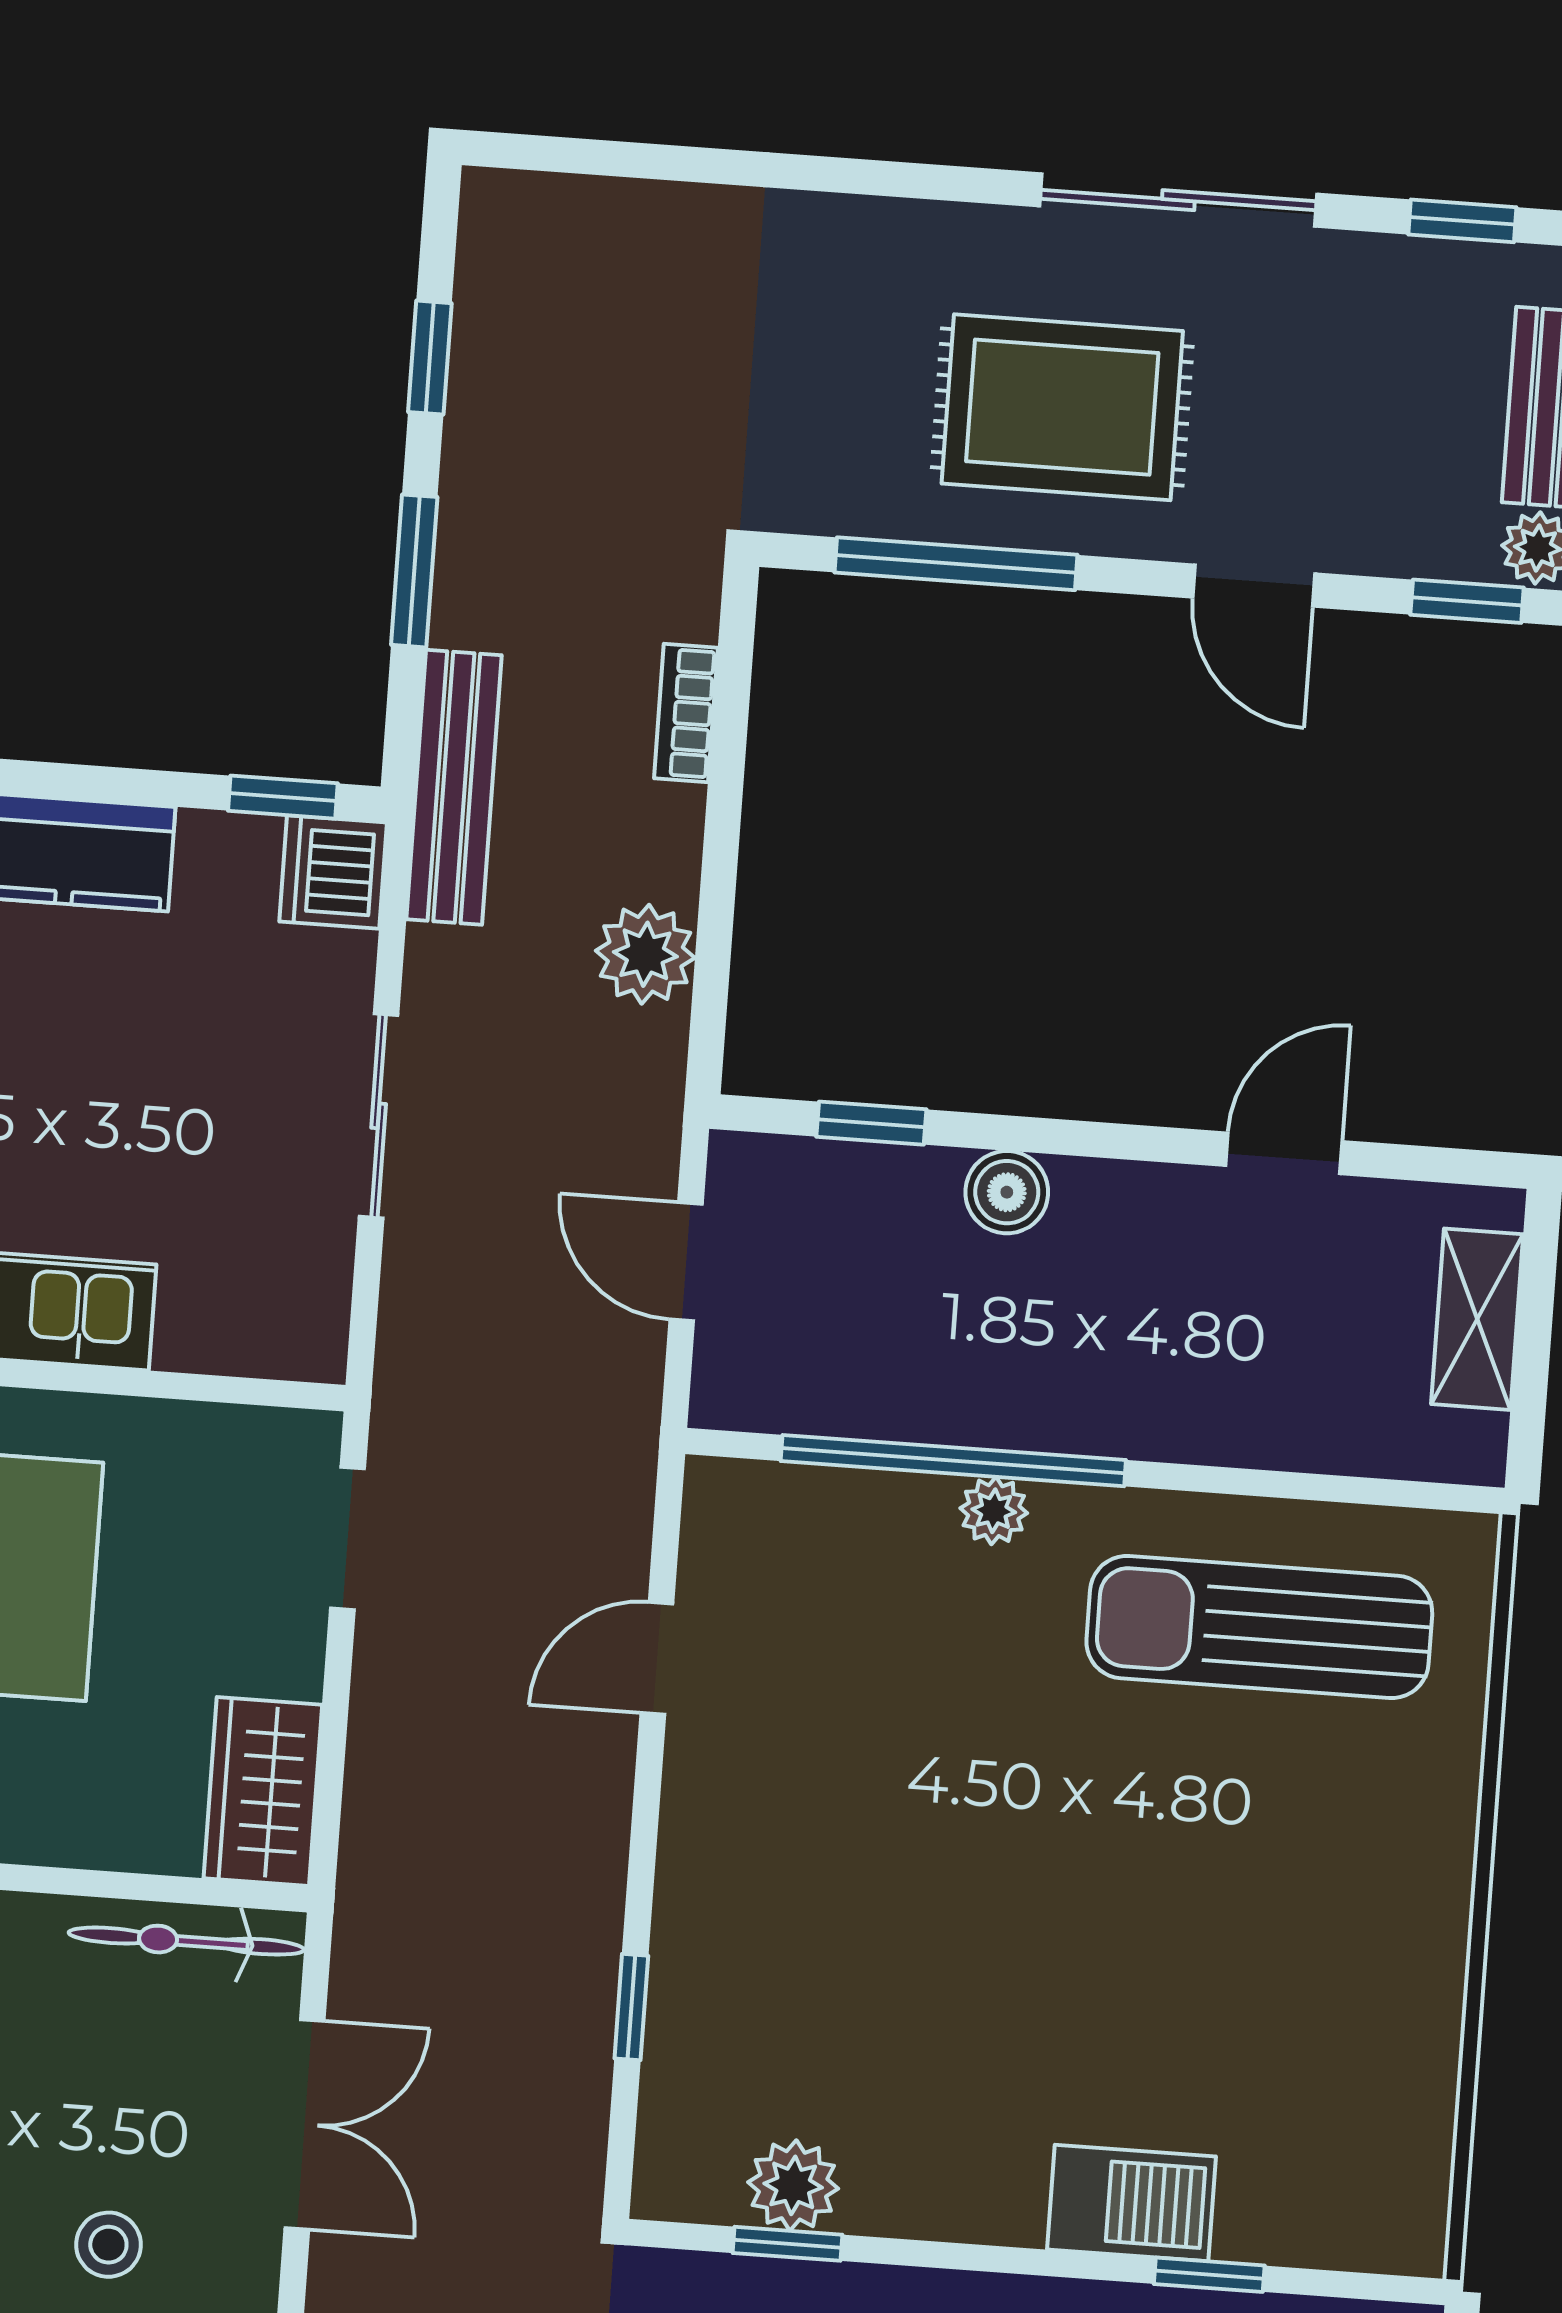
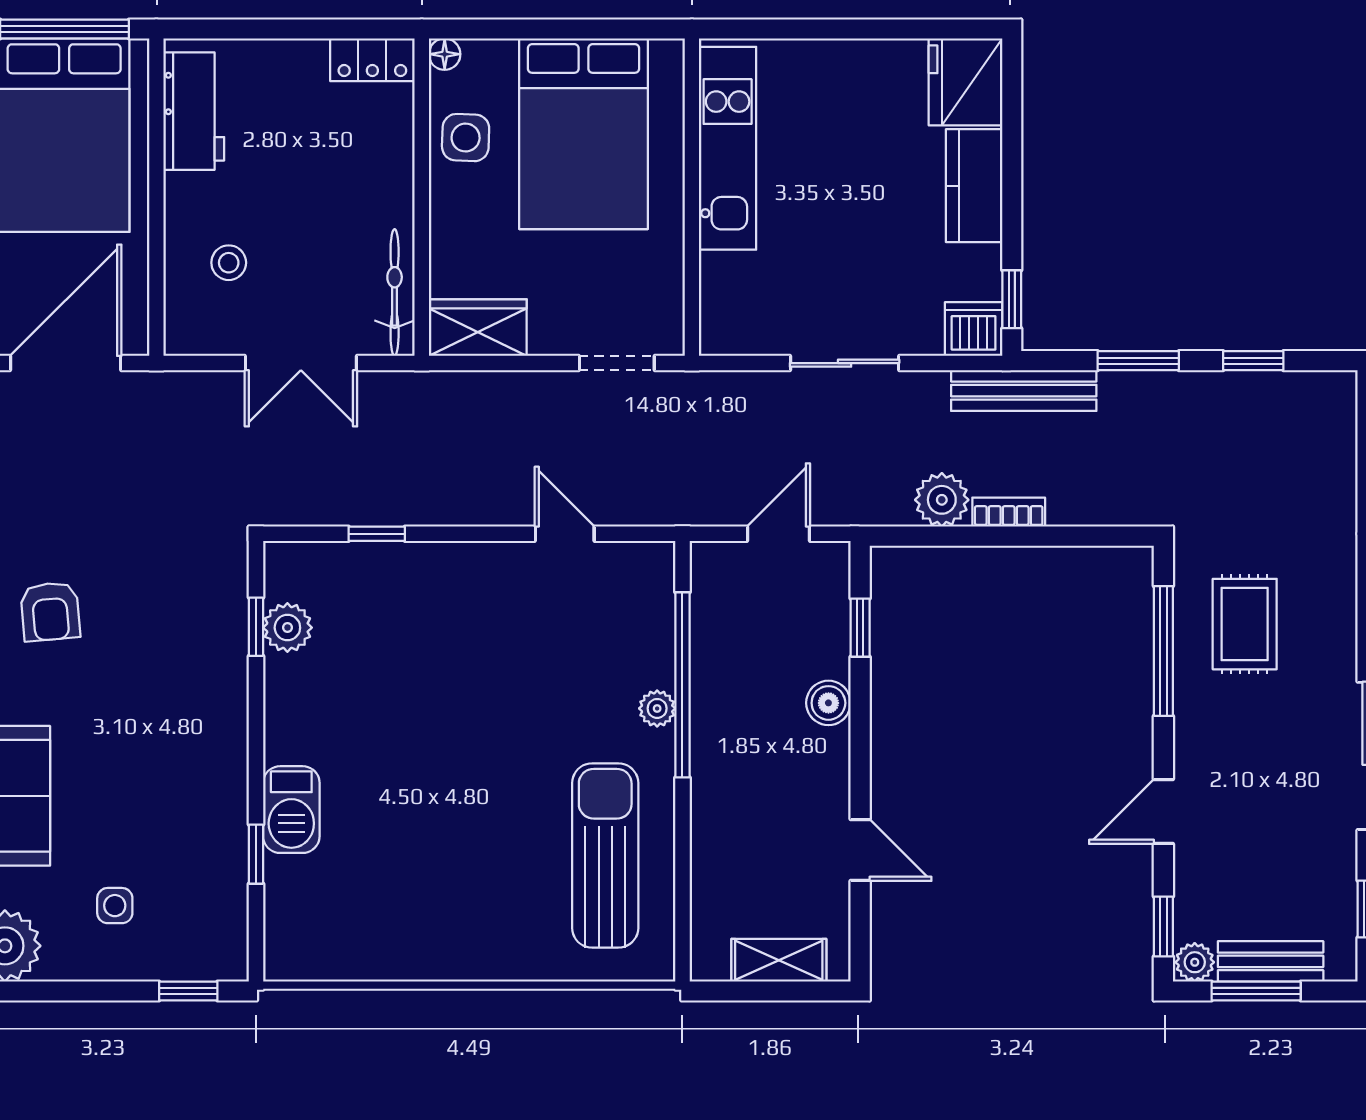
rug: (1062, 407) -> (1245, 624), moved, width x0.73, depth x0.70
bookcase: (686, 713) -> (1009, 512), moved

